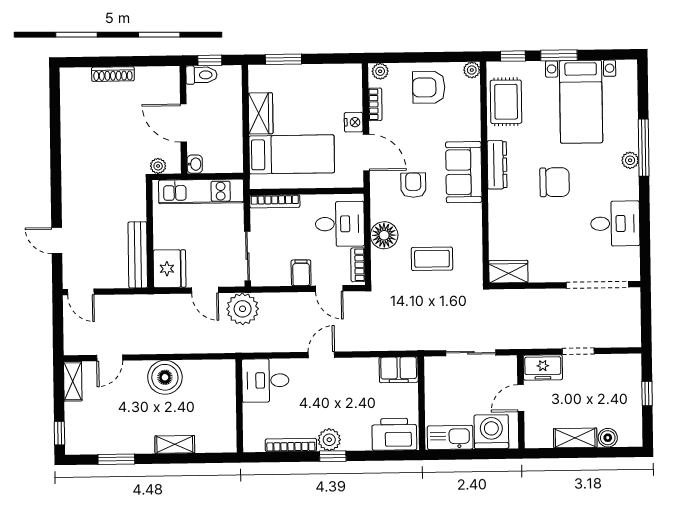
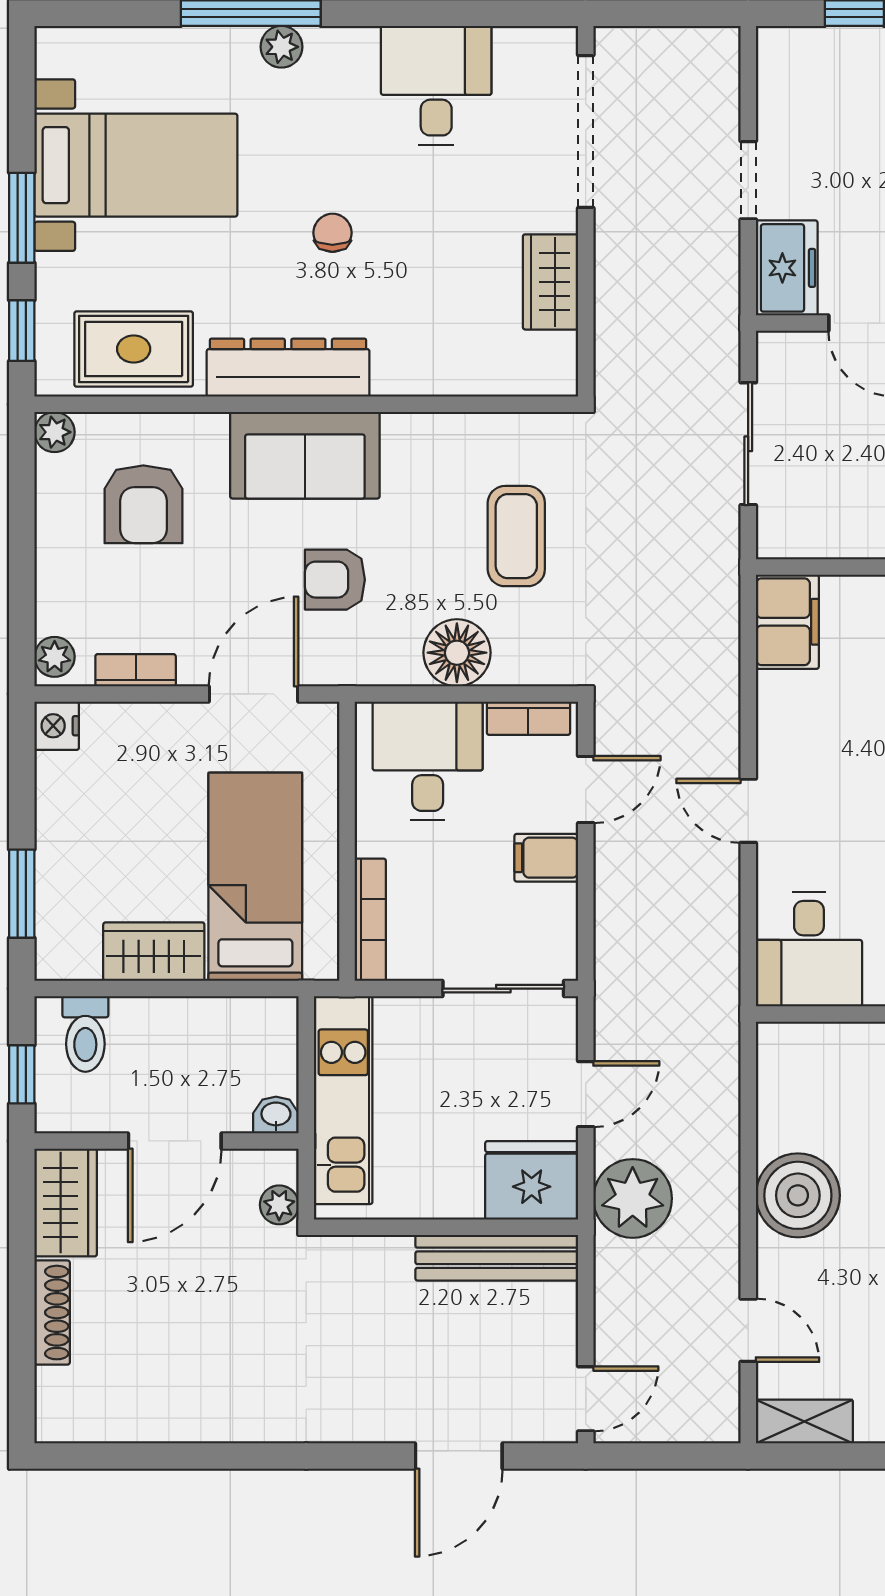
toilet: (201, 75) -> (85, 1034), moved, turned 180
wardrobe: (158, 79) -> (66, 1203), added
armchair: (429, 87) -> (143, 504), moved
nightstand: (354, 122) -> (57, 726), moved, turned -90
dresser: (497, 165) -> (288, 368), width x1.37, depth x1.24
chair: (555, 182) -> (332, 233), width x0.54, depth x0.54
door: (57, 241) -> (459, 1456), width x1.38
wardrobe: (508, 272) -> (550, 282), moved
plant: (243, 309) -> (633, 1198), moved

